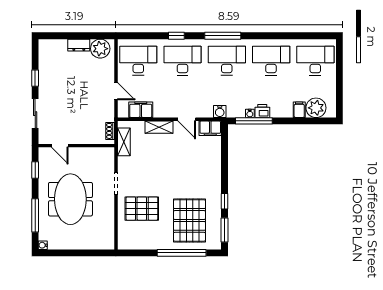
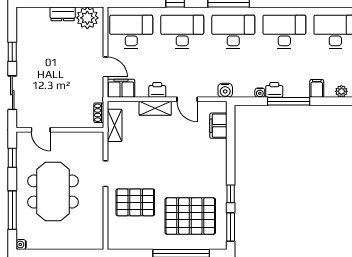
plant: (316, 108) -> (341, 91), width x0.53, depth x0.53
filing cabinet: (141, 110) -> (121, 88), moved
printer: (161, 111) -> (157, 90), added
window: (254, 121) -> (289, 101), moved
filing cabinet: (210, 128) -> (218, 126), moved, turned 90
pallet: (189, 220) -> (190, 216), turned 90

